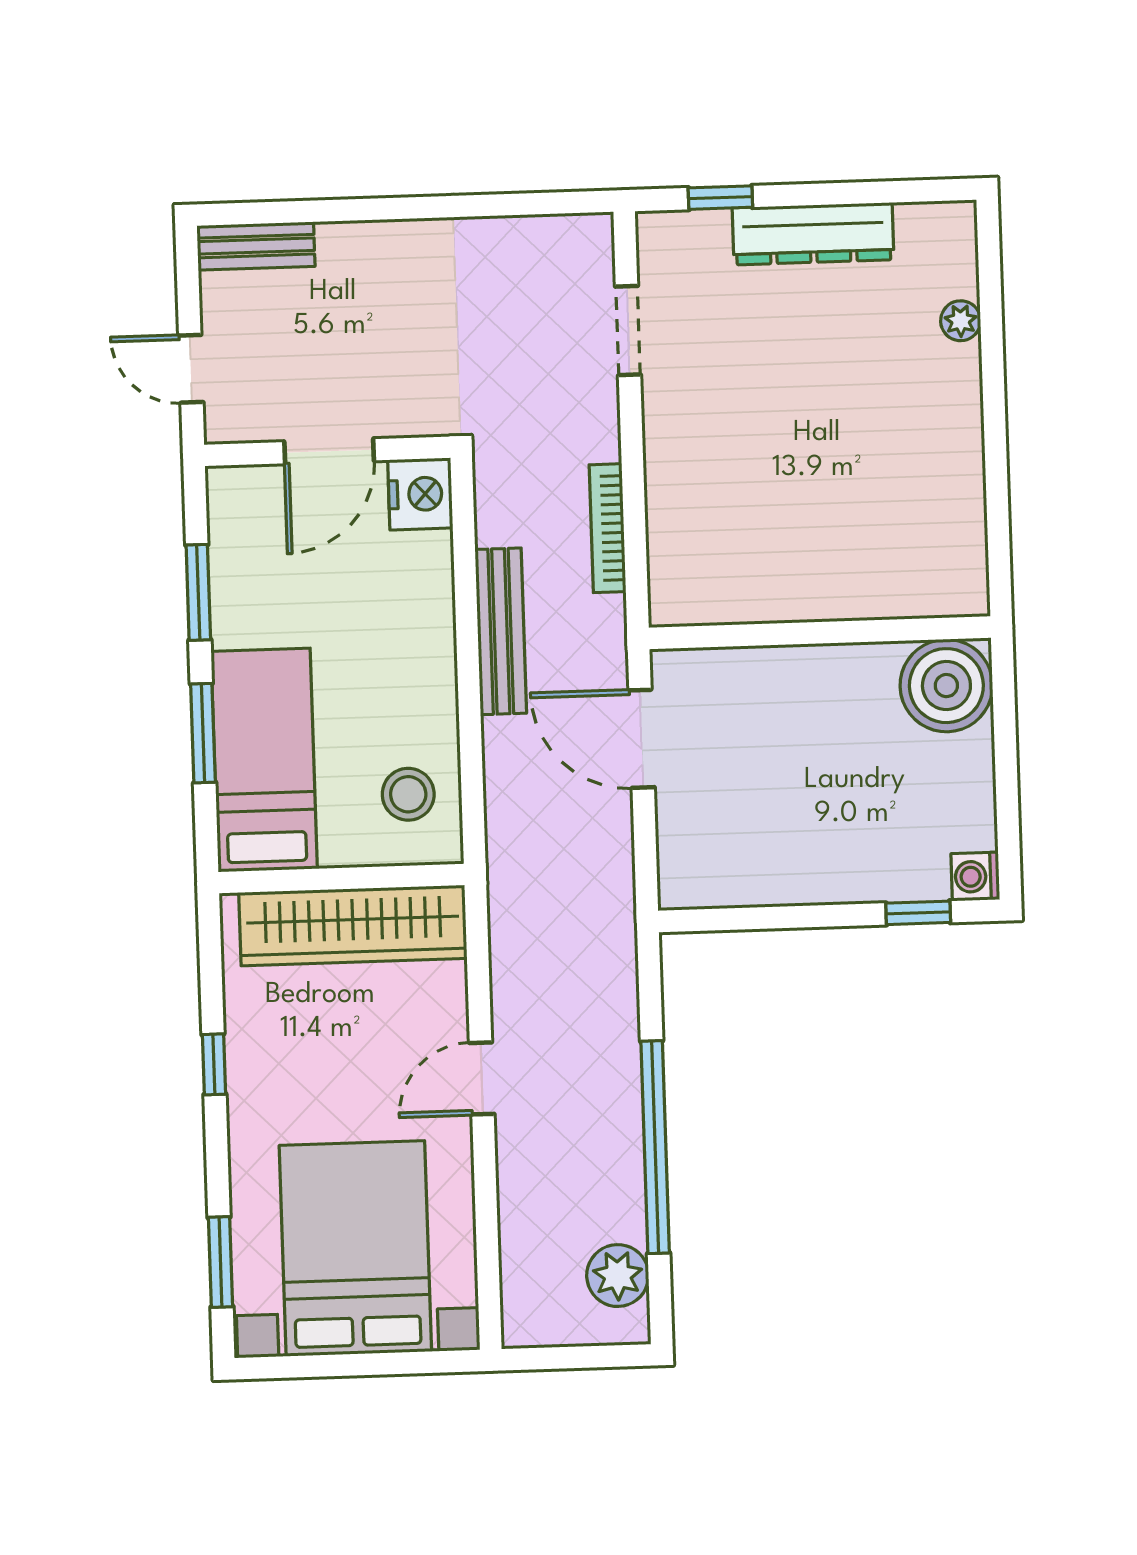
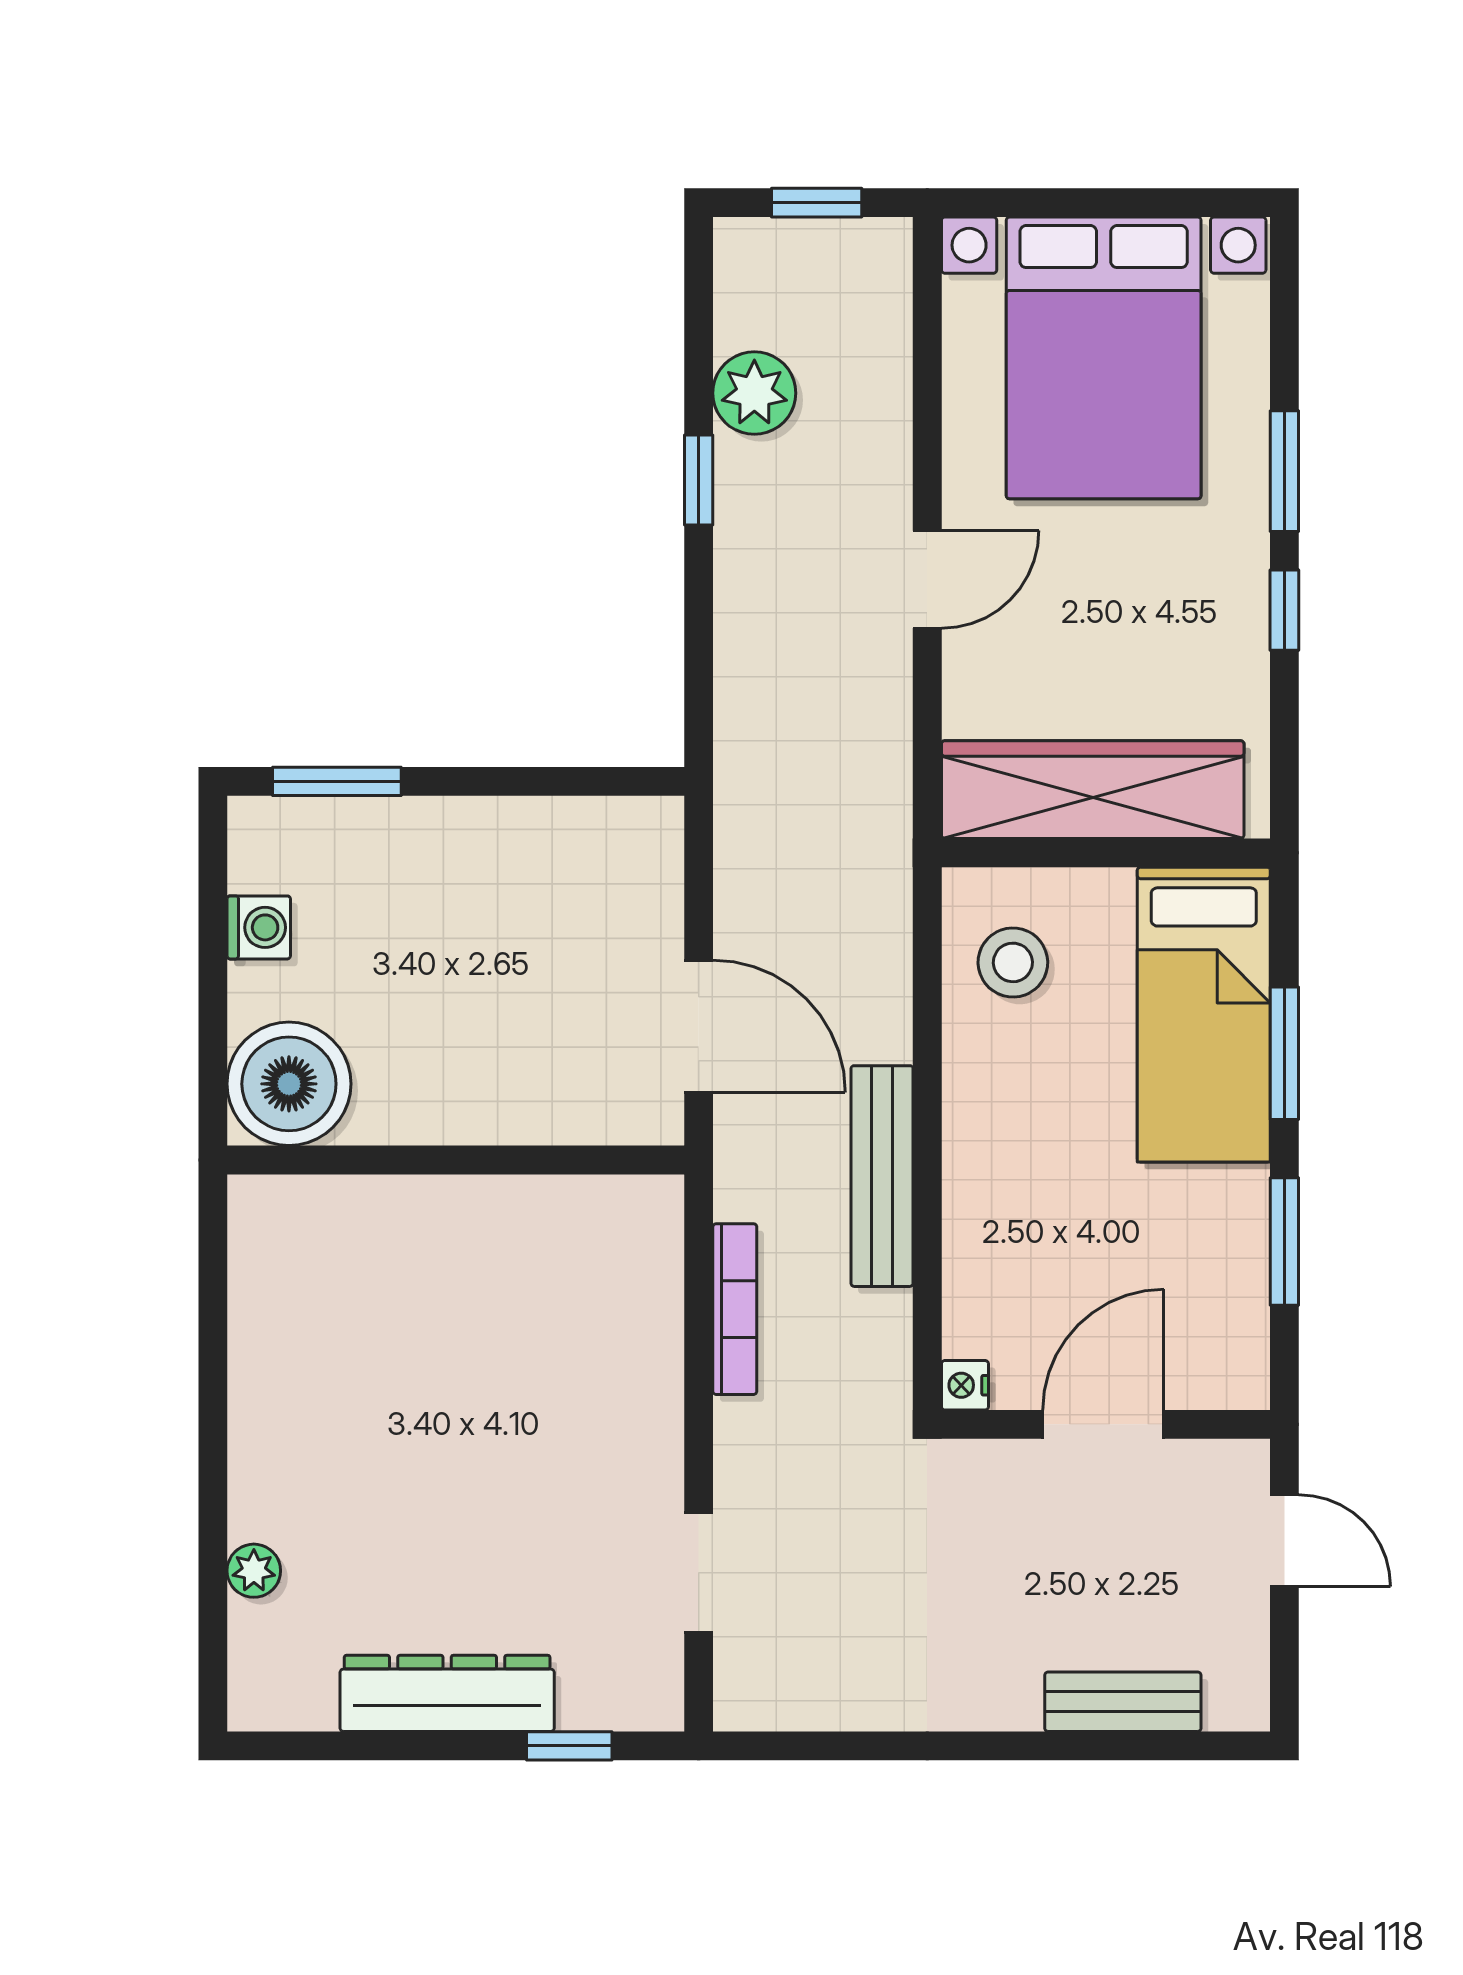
bench: (256, 246) -> (1123, 1702), moved
nightstand: (420, 494) -> (965, 1385), width x0.53, depth x0.56
washing machine: (975, 877) -> (259, 927), moved
window: (918, 913) -> (337, 781), width x1.50
window: (655, 1147) -> (699, 480), width x0.32
window: (220, 1262) -> (1284, 471), moved
plant: (618, 1276) -> (754, 393), moved
window: (574, 1357) -> (817, 203), added

